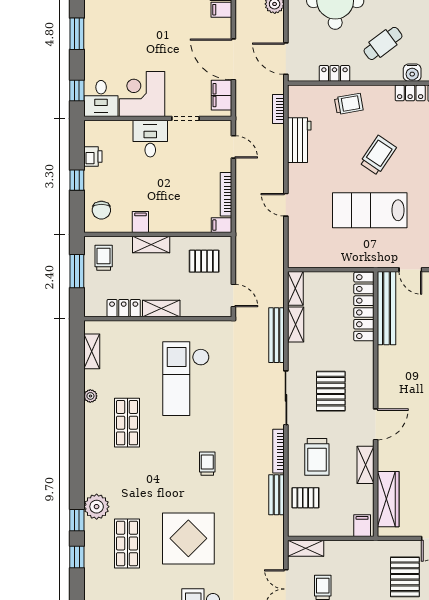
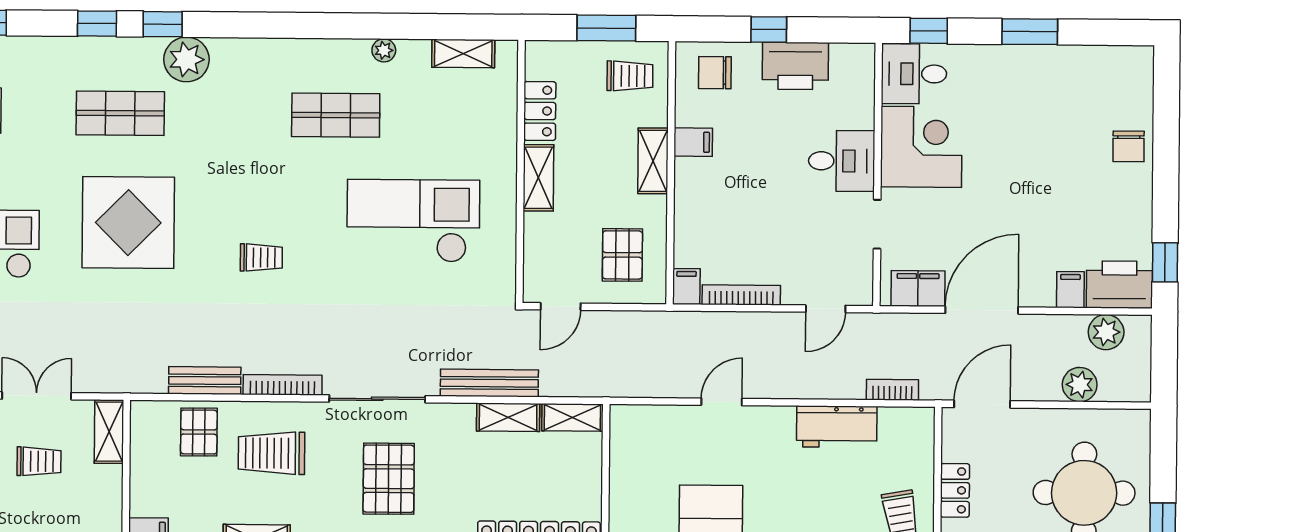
printer: (93, 156) -> (795, 66), width x1.87, depth x1.48
pallet: (331, 391) -> (389, 479), turned 90

